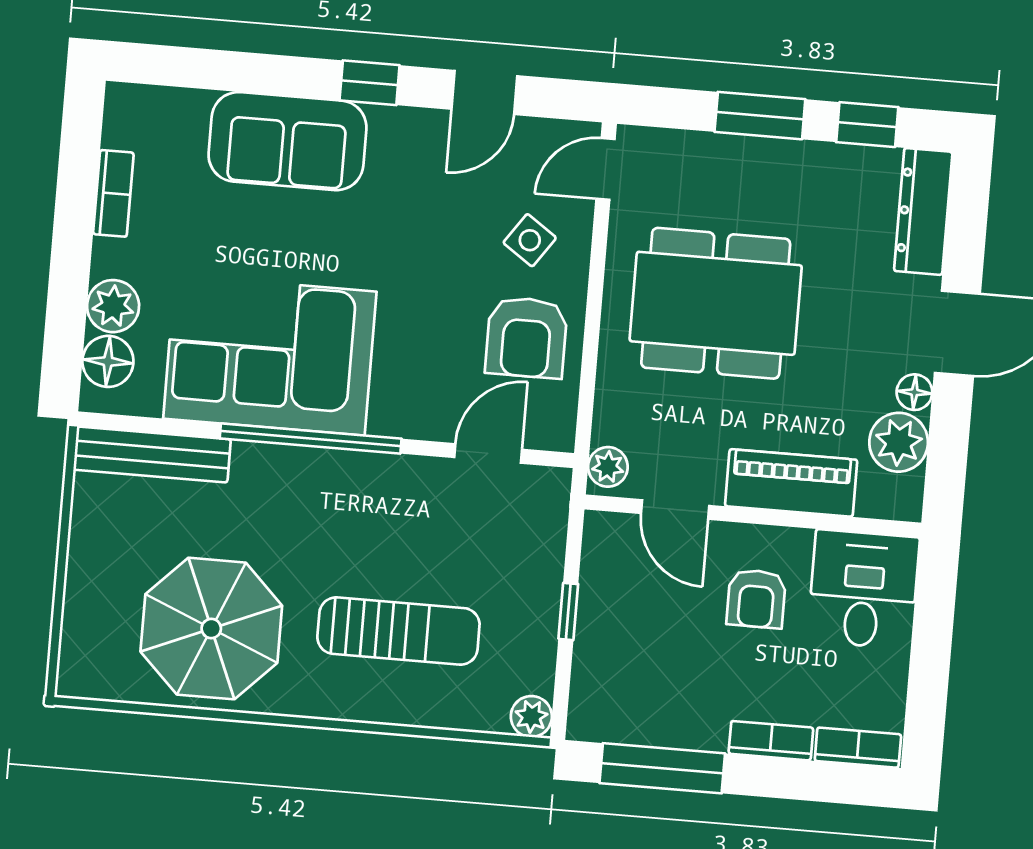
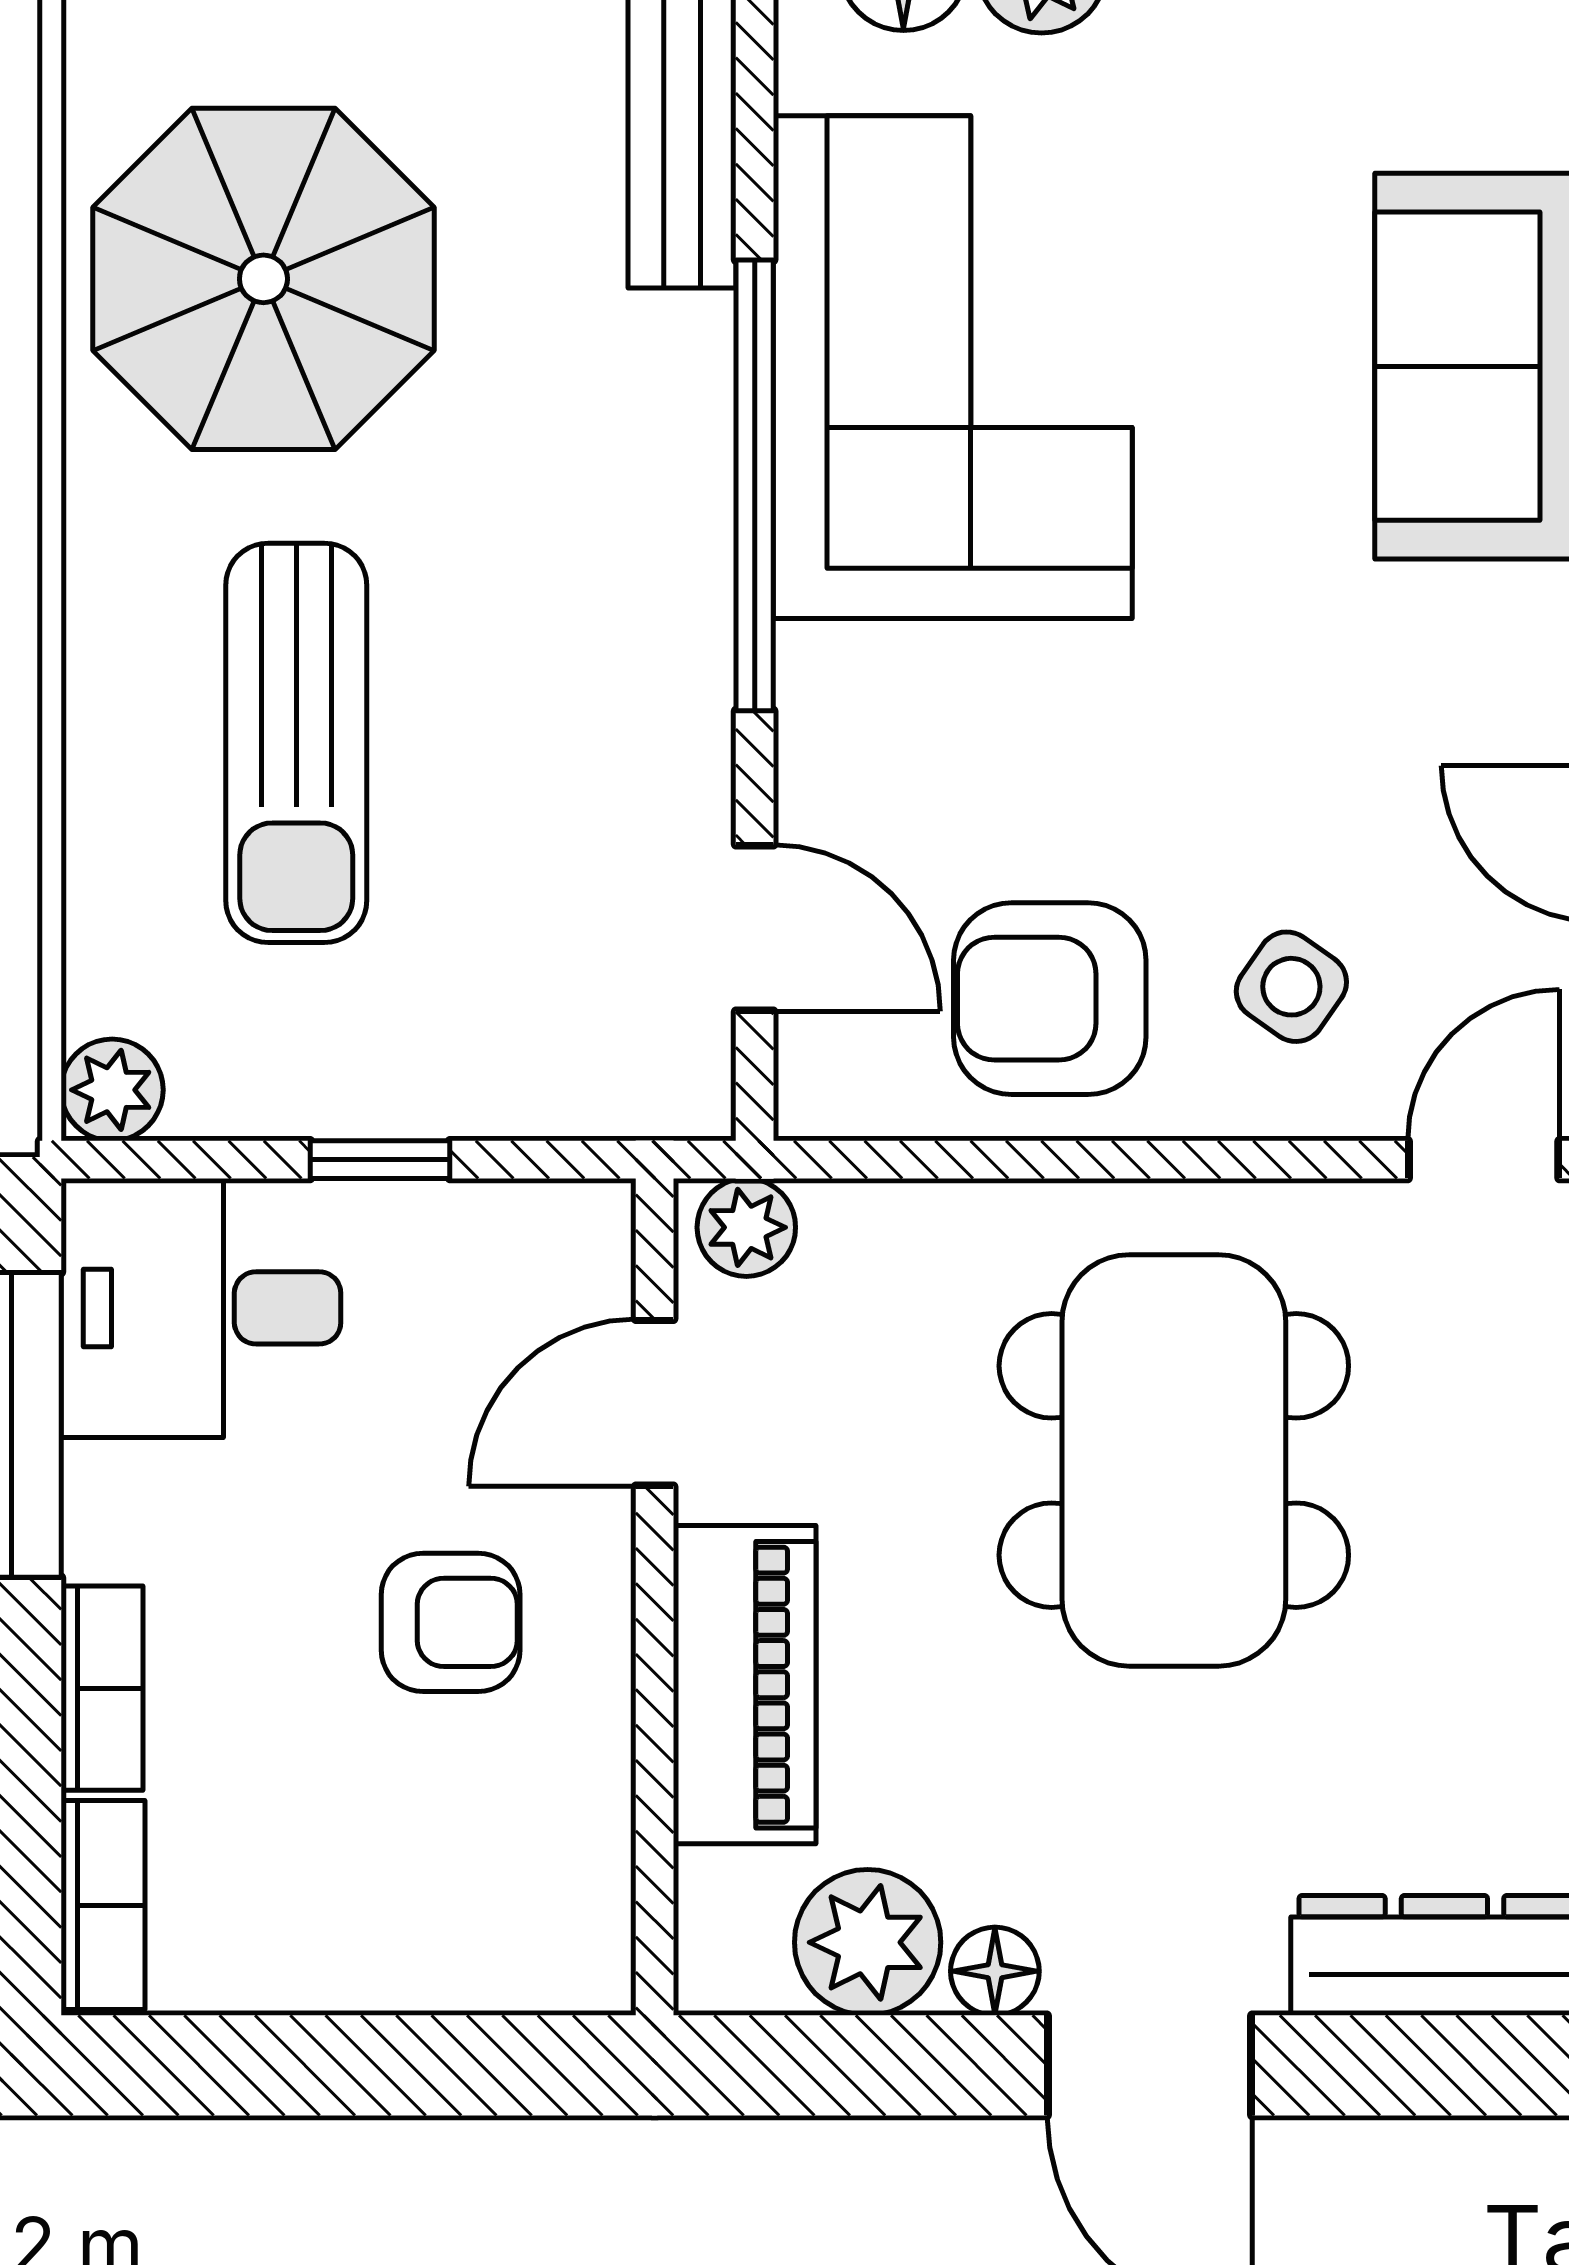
door: (605, 169) -> (1484, 1160), hinge flipped
desk: (863, 589) -> (201, 1308), moved, turned 180
armchair: (756, 599) -> (451, 1622), turned 180

